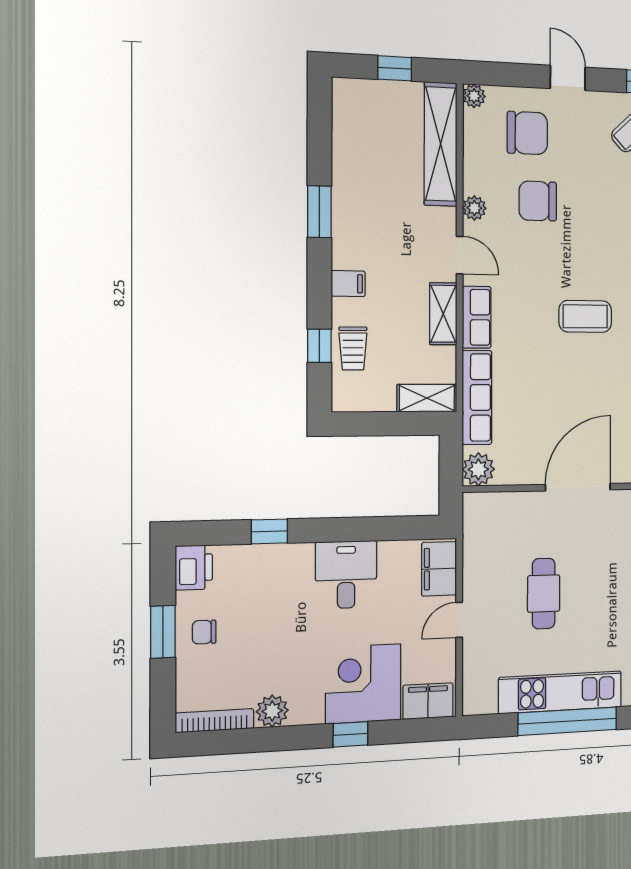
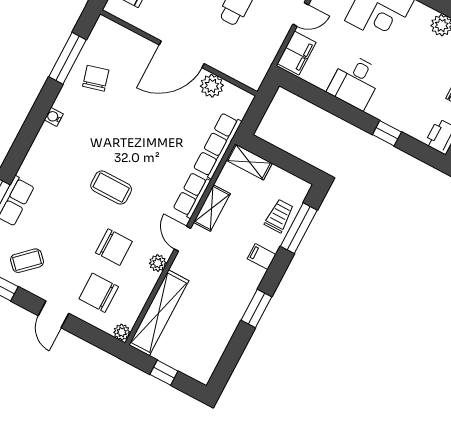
coffee table: (585, 316) -> (111, 188), moved
window: (319, 346) -> (299, 228), width x2.17
plant: (478, 469) -> (212, 86), moved

